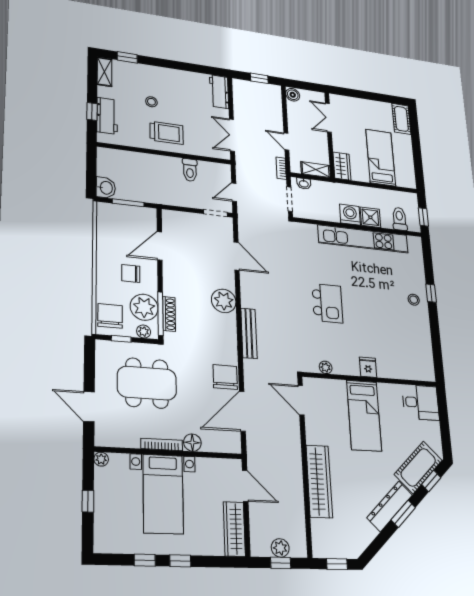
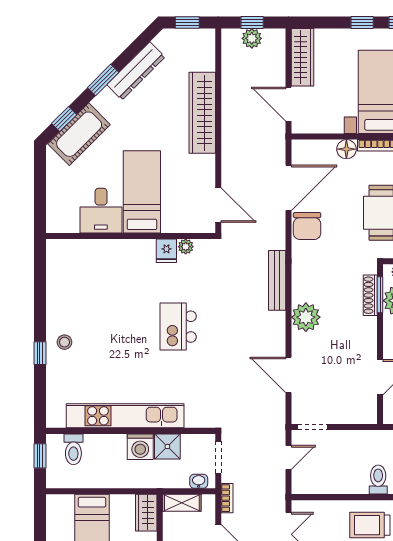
toilet: (190, 170) -> (378, 480), moved
shower: (370, 217) -> (167, 446), moved
window: (160, 314) -> (380, 295), width x0.69
fridge: (368, 367) -> (166, 251), moved
desk: (421, 402) -> (101, 211), moved, turned -90
dresser: (390, 506) -> (136, 71), moved

